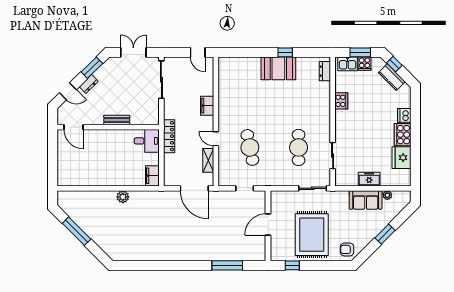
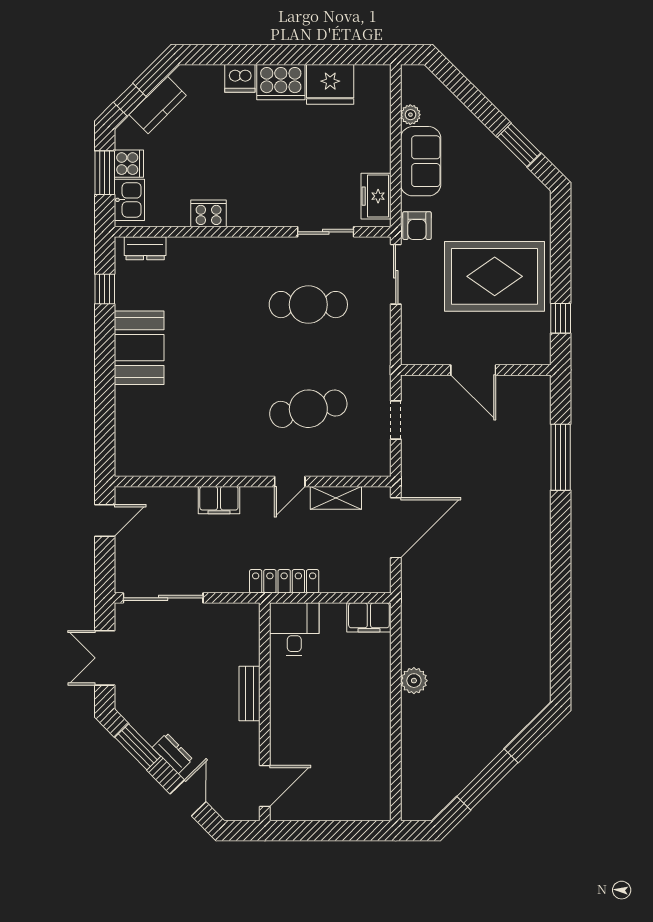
window: (285, 52) -> (105, 289), moved
freezer: (369, 179) -> (376, 196), moved
window: (385, 234) -> (519, 145), moved
armchair: (347, 249) -> (417, 226), moved

